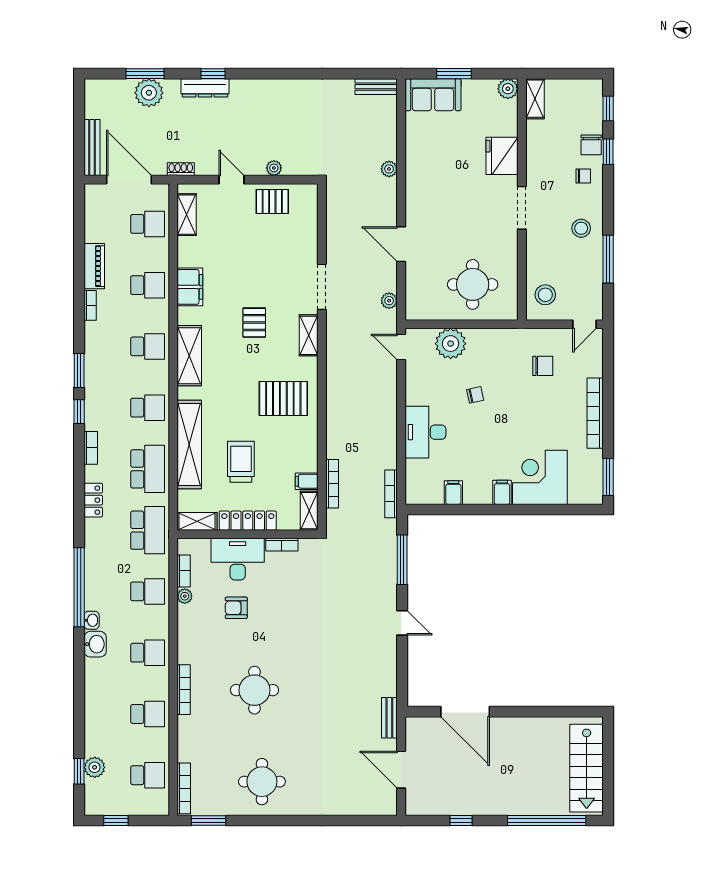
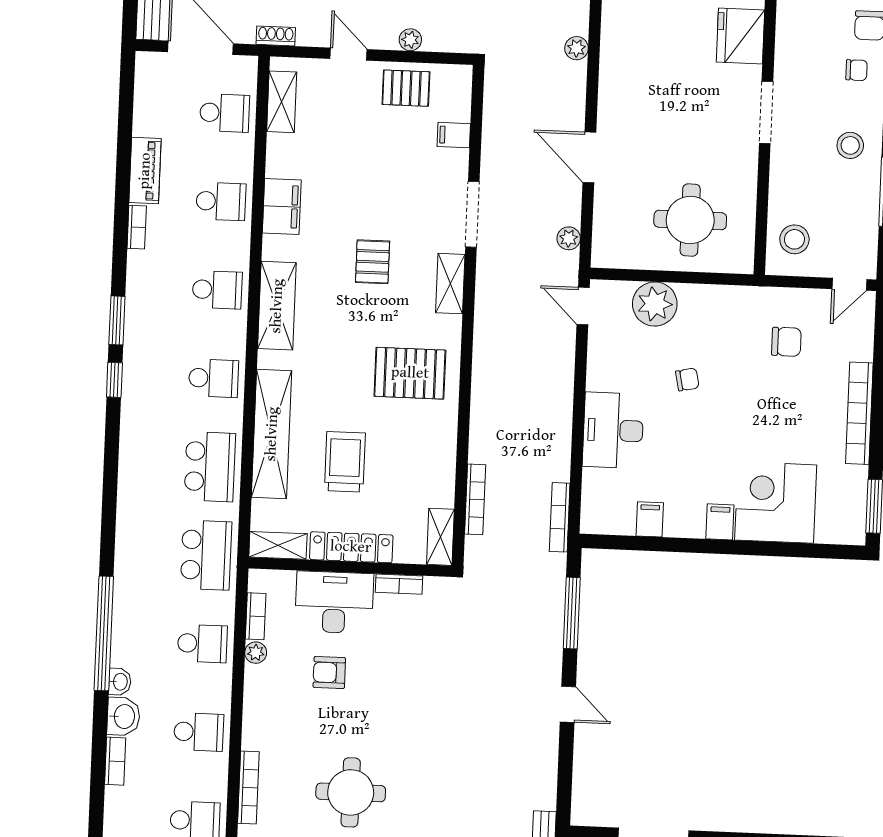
bookcase: (91, 448) -> (115, 761), moved
filing cabinet: (307, 481) -> (454, 135), moved
locker: (93, 500) -> (129, 508), removed

